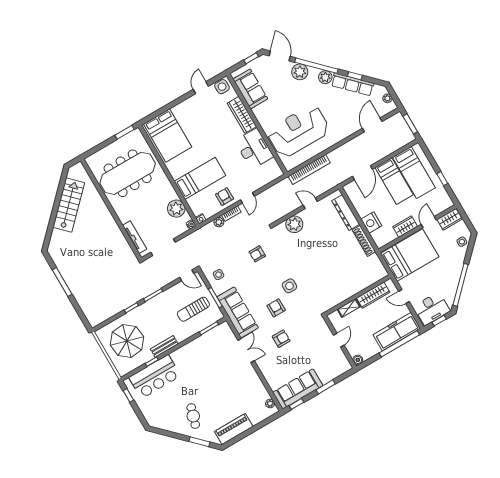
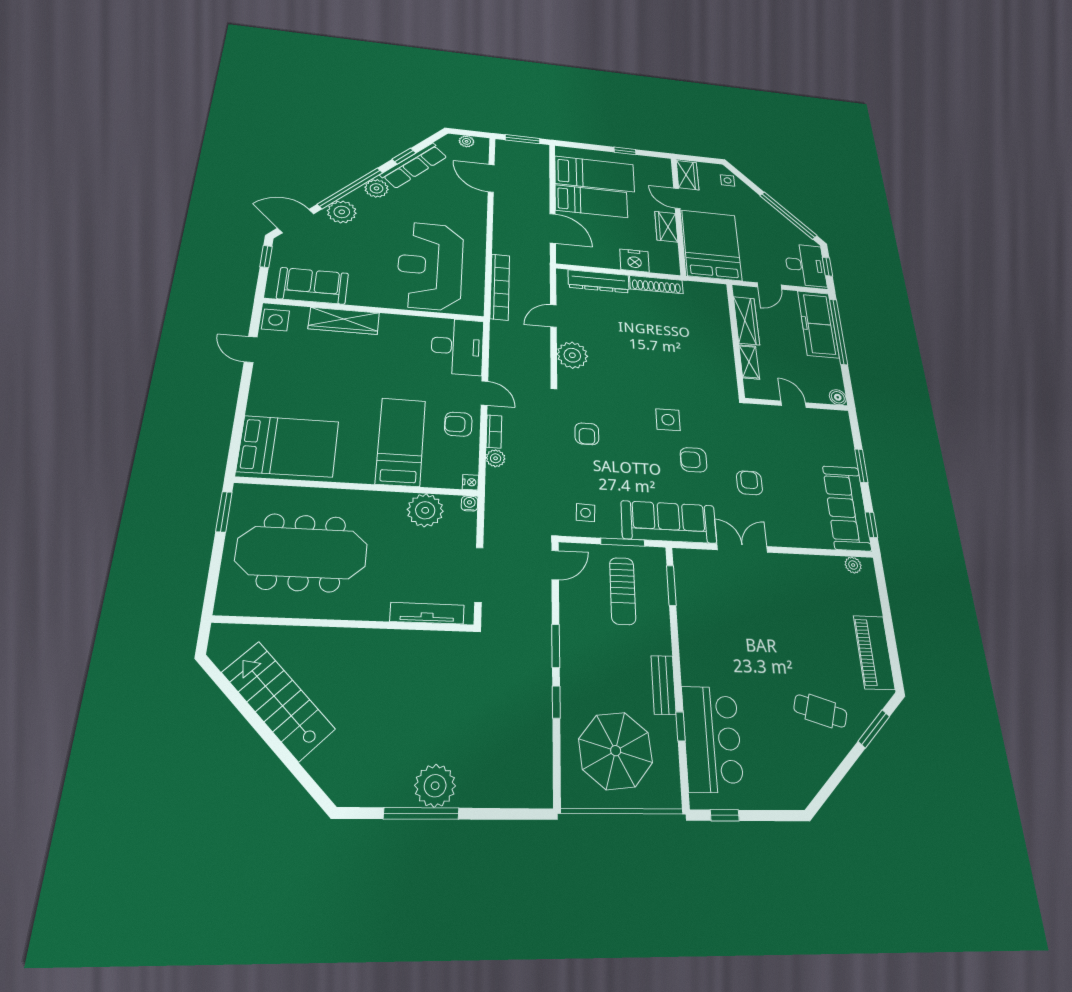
desk: (254, 149) -> (457, 346), moved, turned 90
meeting table: (128, 173) -> (302, 553), turned 90
plant: (74, 281) -> (435, 786), added

